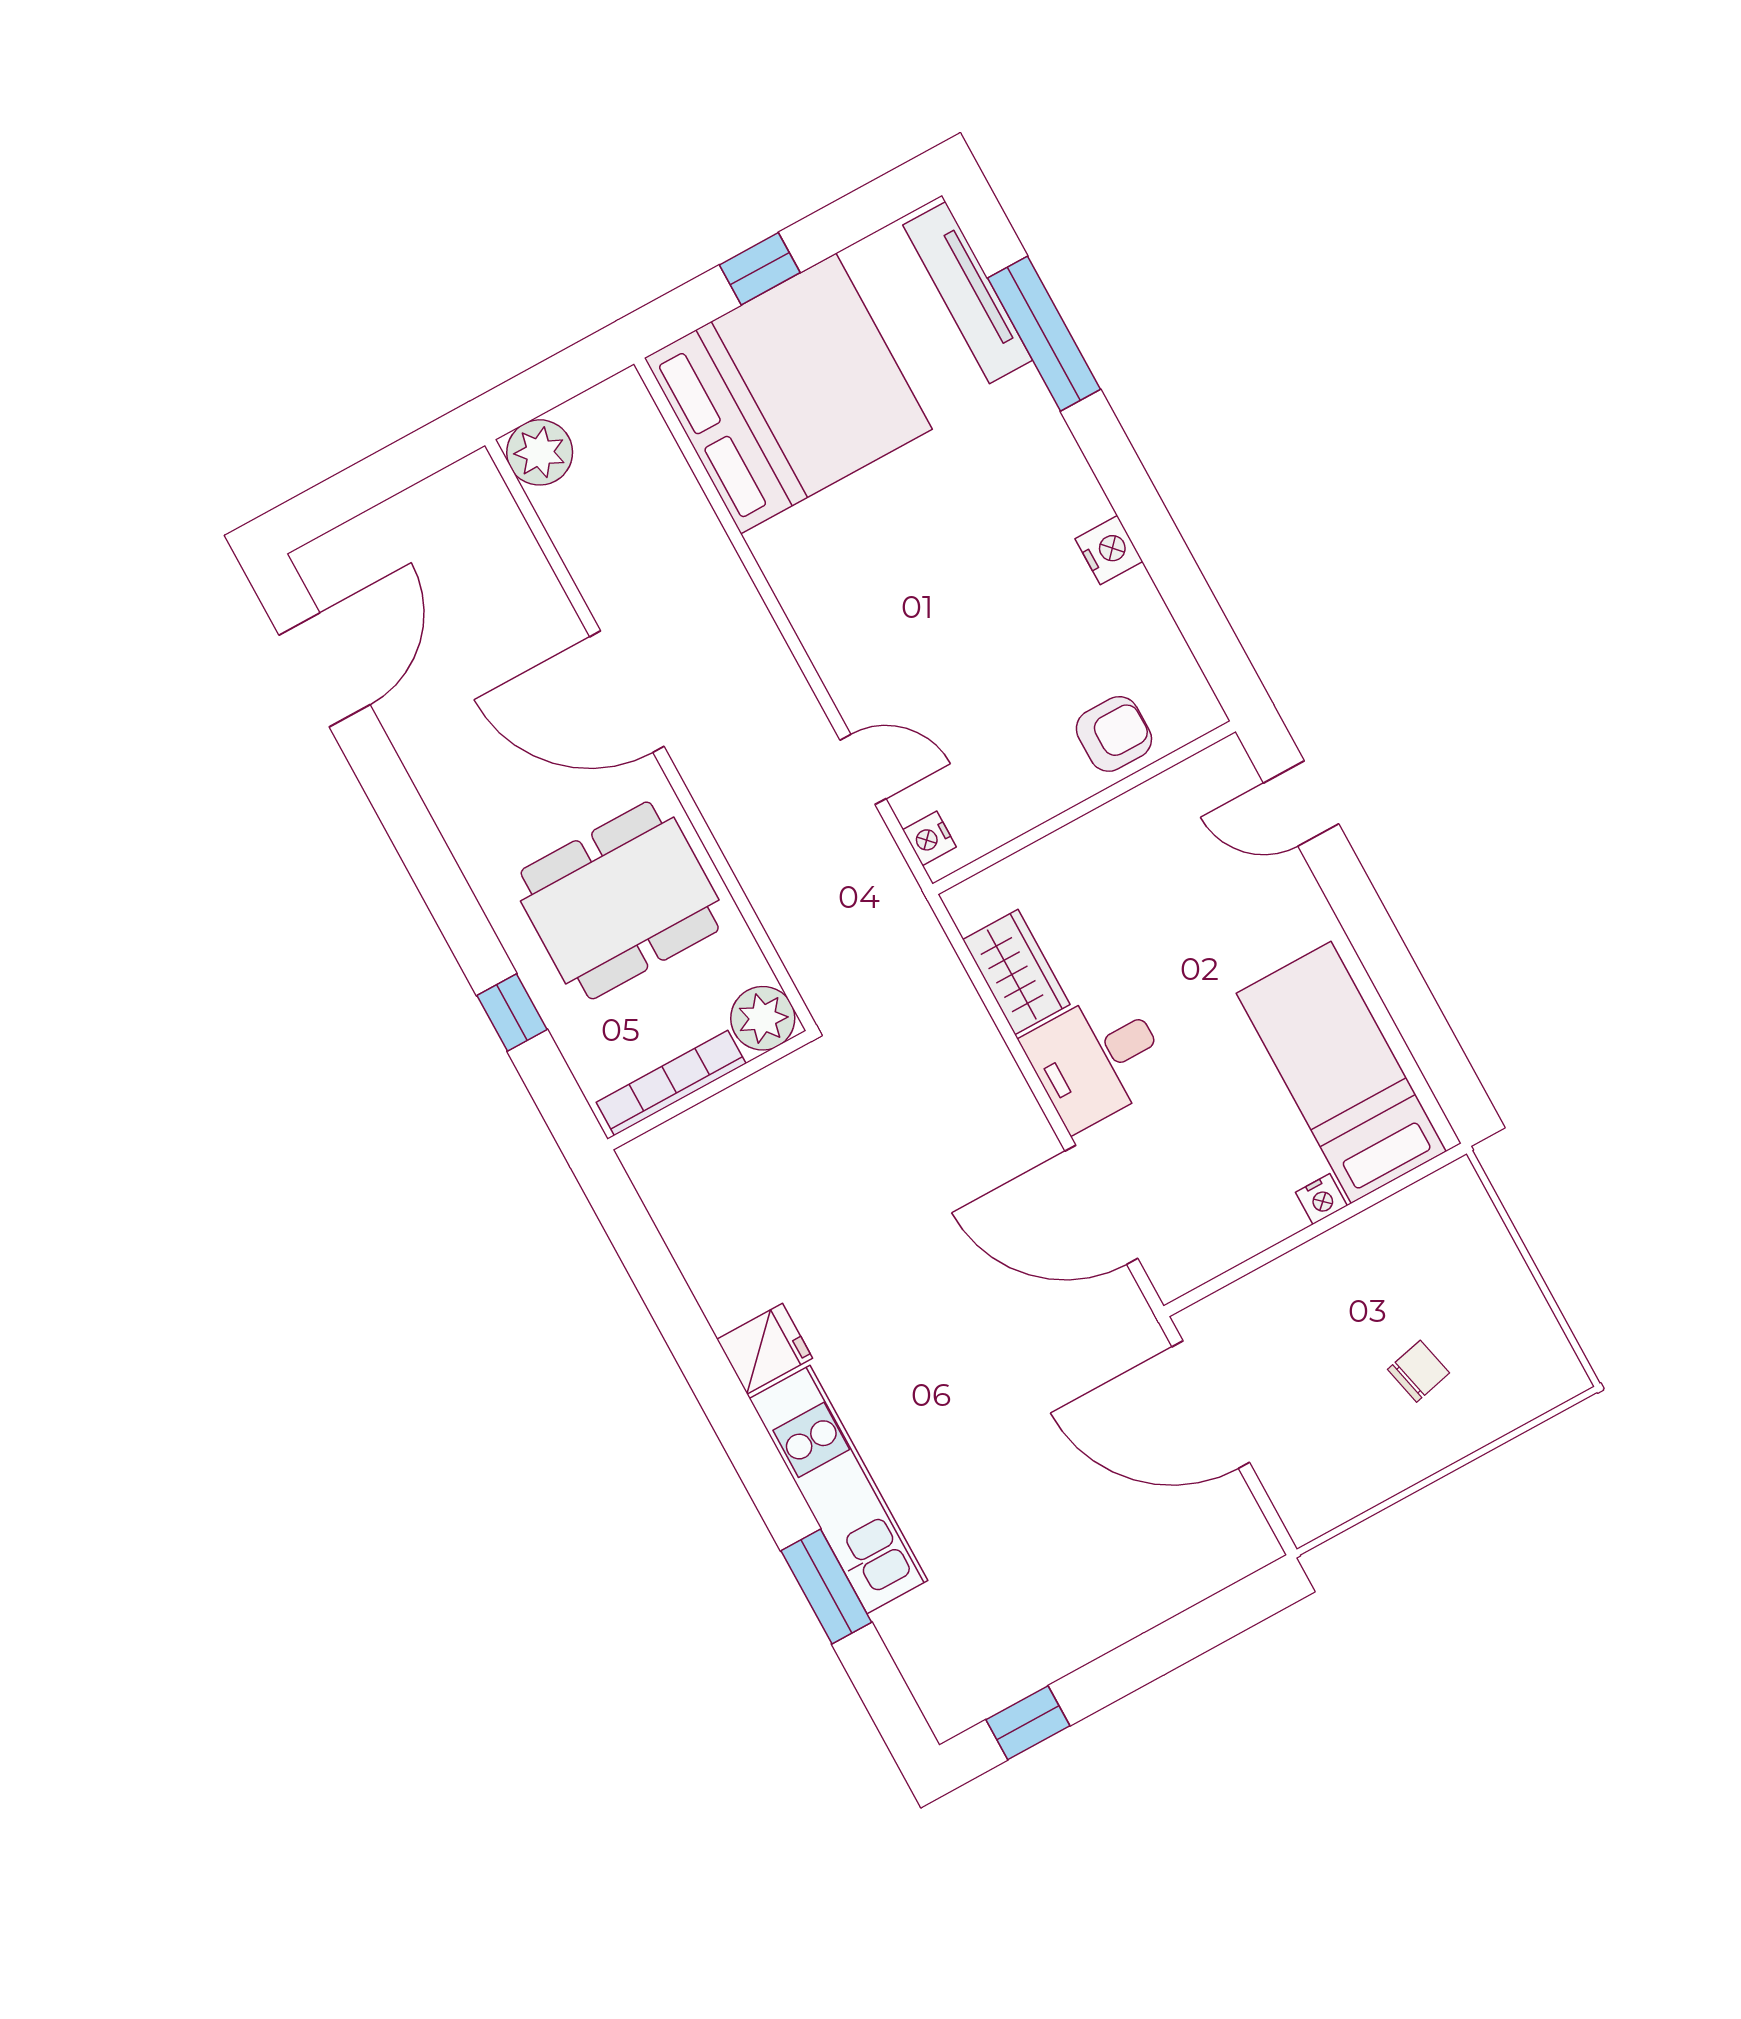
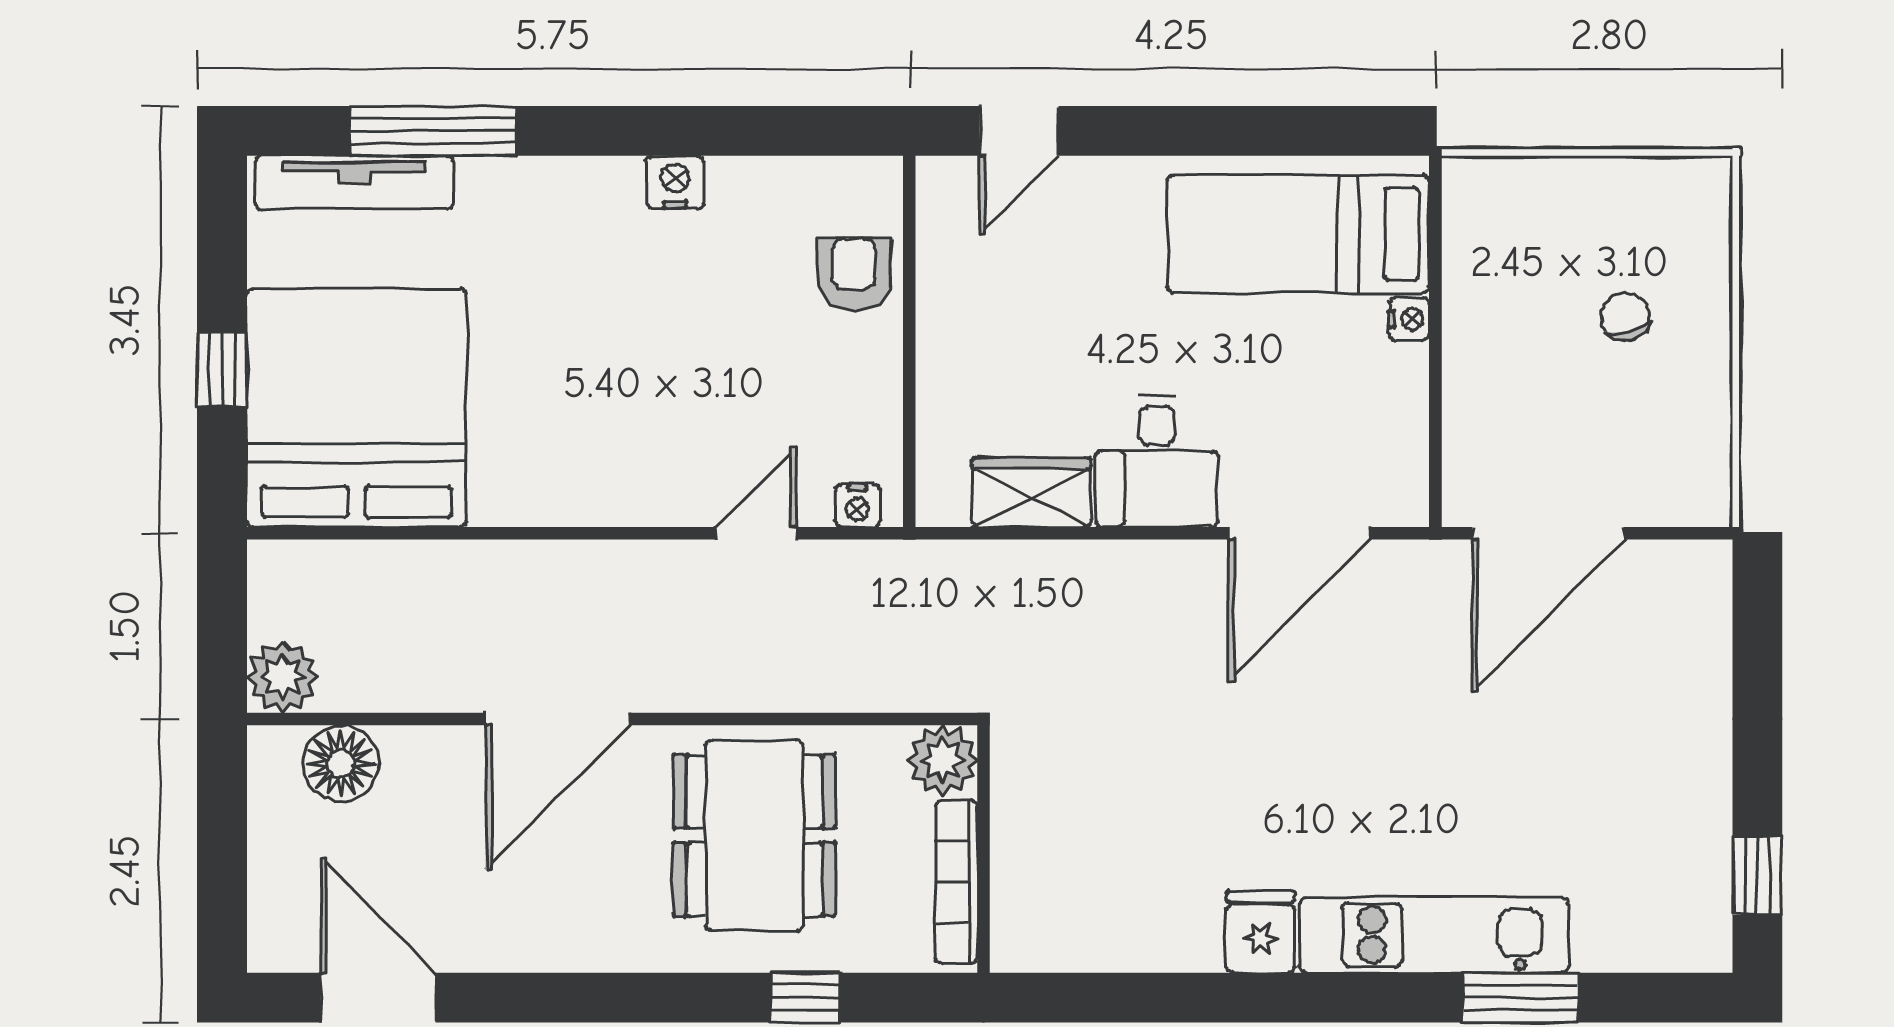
floor lamp: (496, 537) -> (341, 763), added

